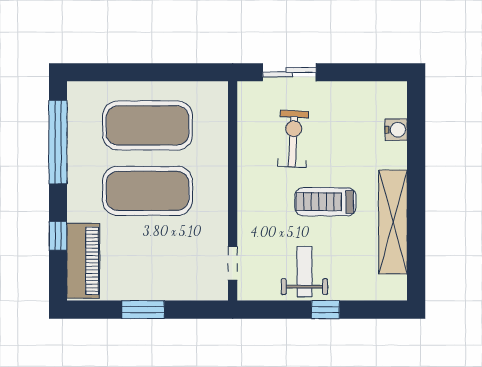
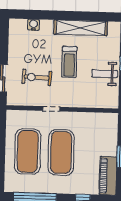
piano: (83, 261) -> (108, 176), moved, turned -90
doorway: (233, 263) -> (51, 109), moved

